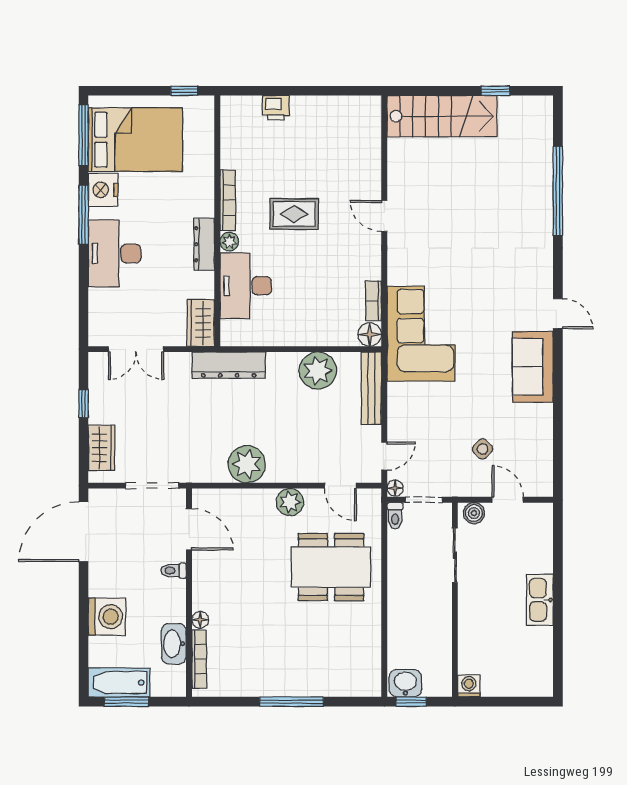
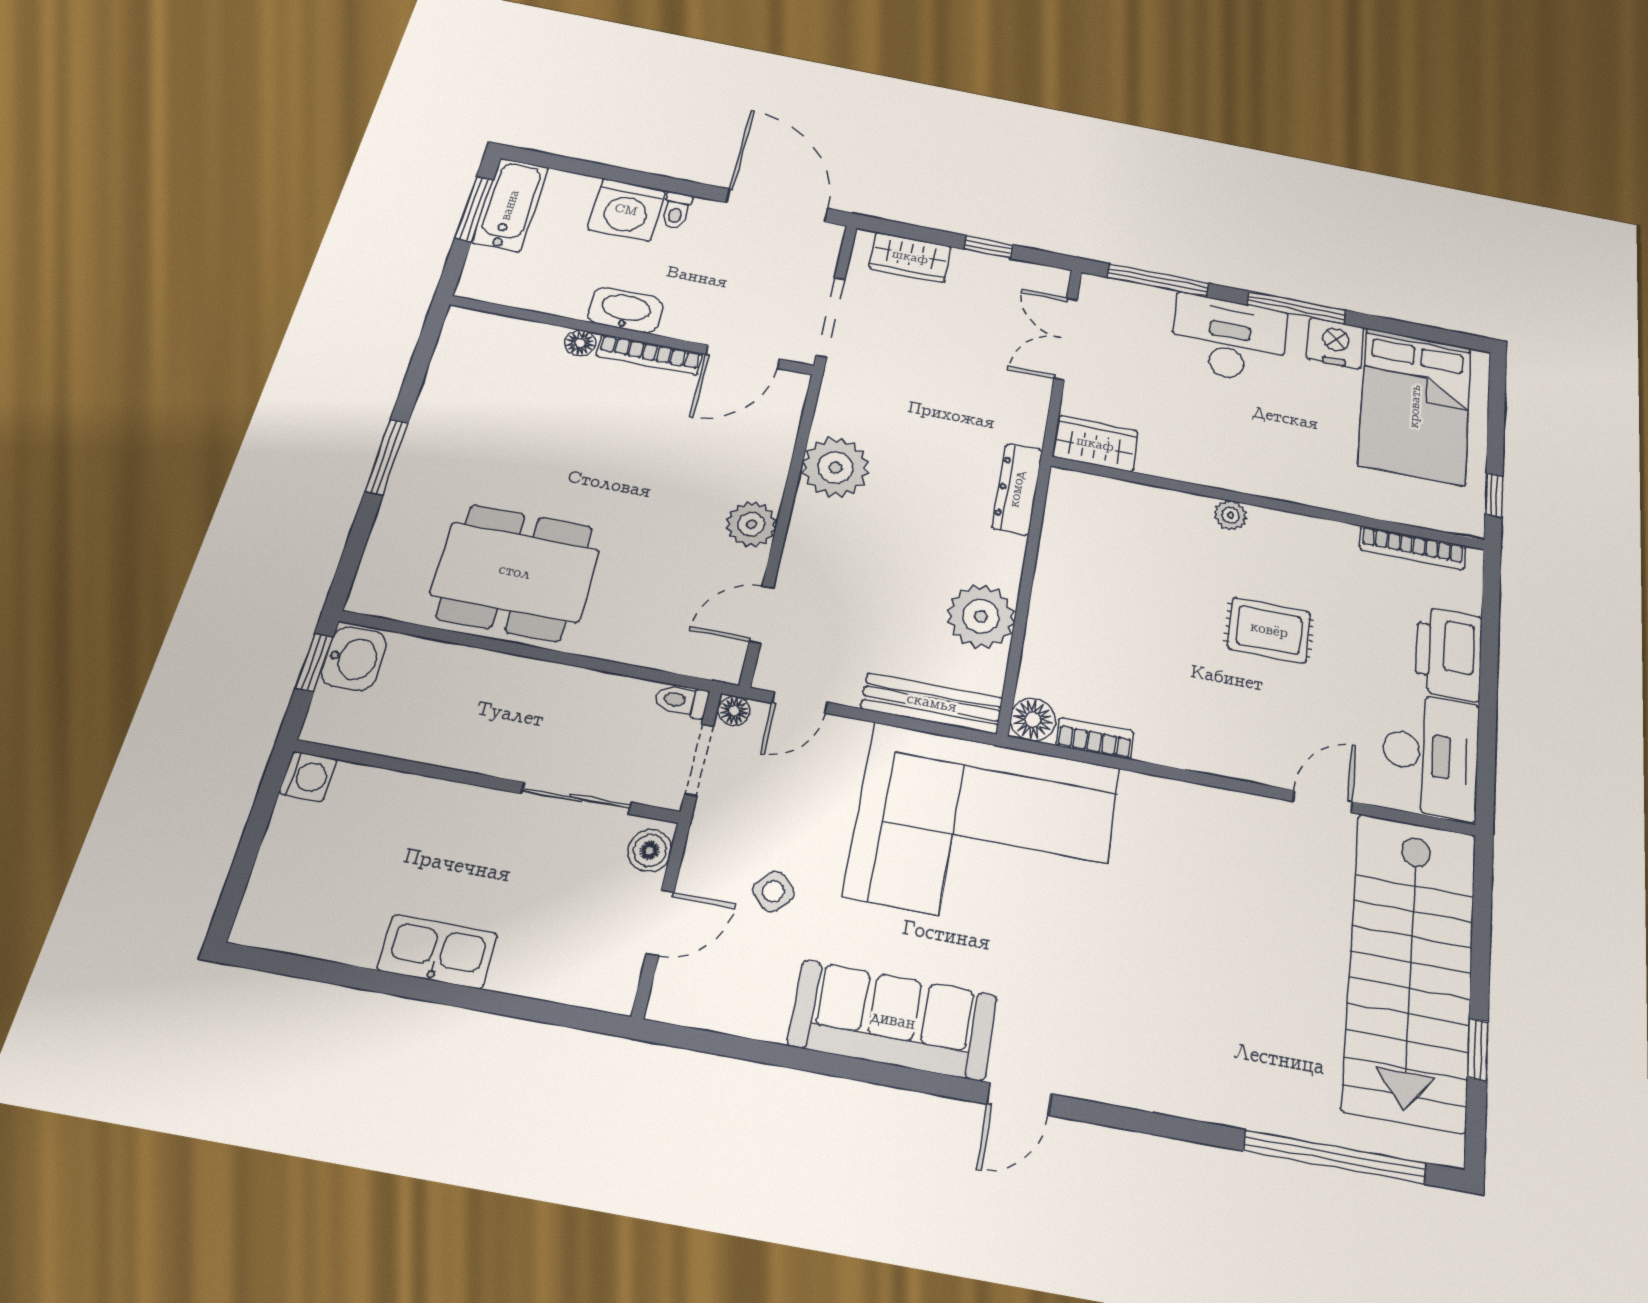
printer: (276, 108) -> (1449, 653), width x1.87, depth x1.48
stairs: (442, 116) -> (1411, 968), width x1.36, depth x1.51
window: (84, 135) -> (1158, 280), moved
window: (558, 191) -> (1335, 1157), moved
bookcase: (228, 200) -> (1412, 548), moved
rug: (294, 214) -> (1269, 630), turned 90
door: (384, 216) -> (1323, 801), moved
dresser: (204, 244) -> (1230, 475), removed
desk: (246, 286) -> (1431, 755), moved, turned 90
corner sofa: (421, 334) -> (984, 831), width x1.36, depth x1.36
dresser: (229, 365) -> (1017, 489), width x0.73, depth x0.80
sofa: (533, 367) -> (893, 1020), width x1.36
door: (384, 456) -> (800, 703), hinge flipped
dining table: (331, 567) -> (515, 572), moved, turned 90
toilet: (174, 571) -> (676, 211), moved, turned 180
washbasin: (174, 644) -> (626, 310), moved
bookcase: (199, 659) -> (649, 355), moved
window: (291, 702) -> (387, 457), width x0.69

